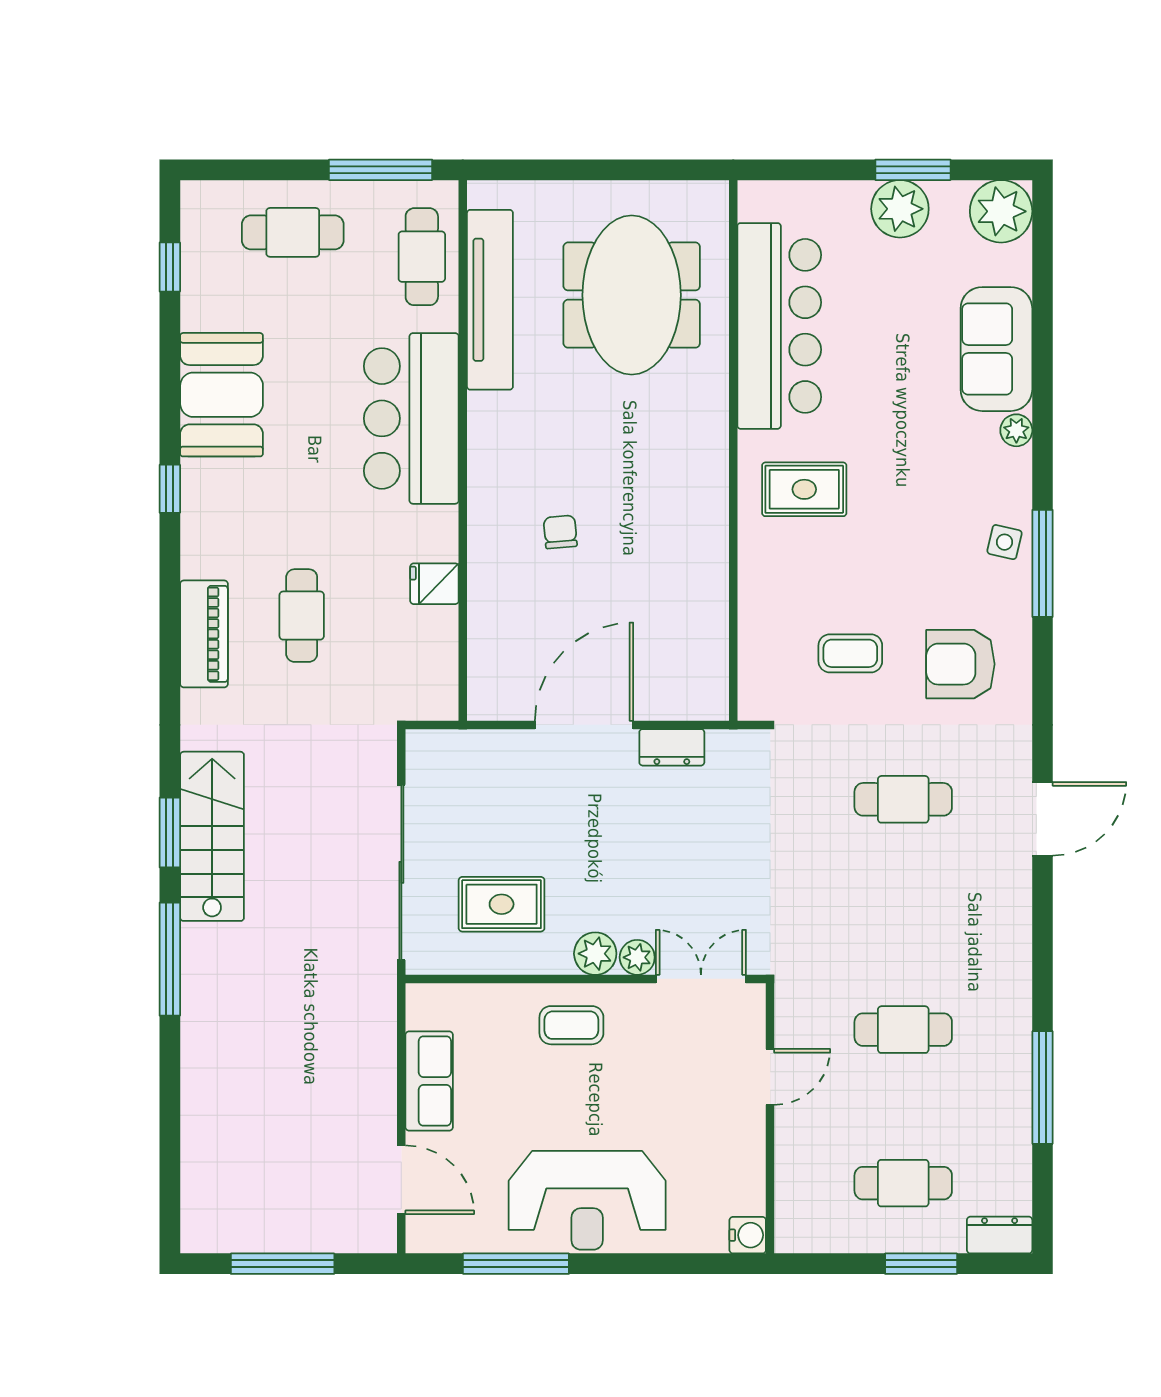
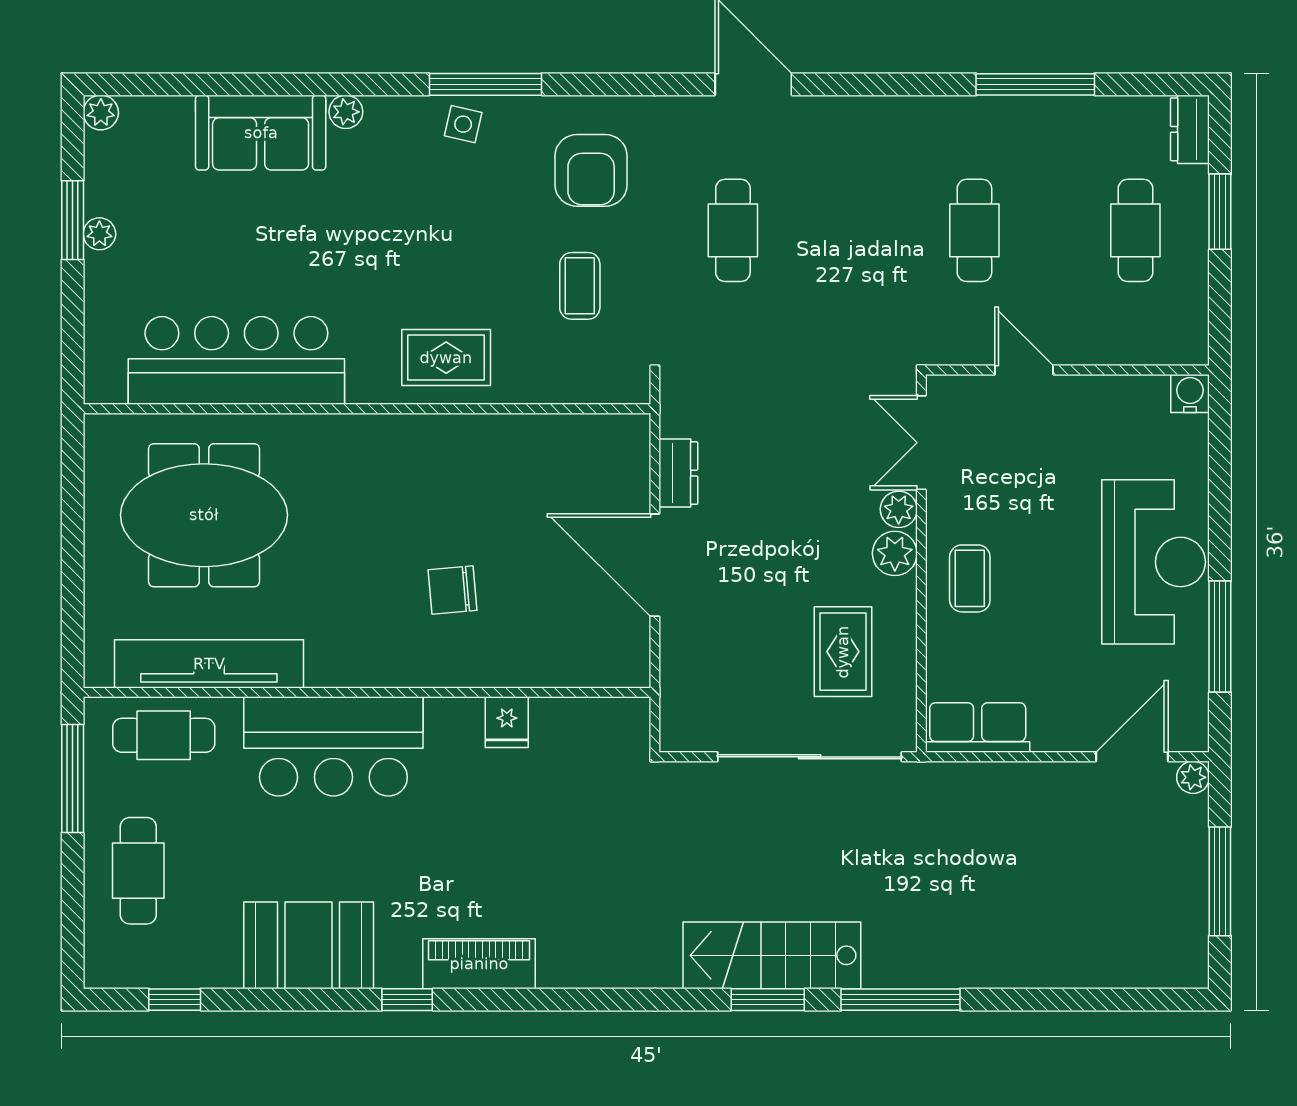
plant: (900, 209) -> (99, 234), width x0.53, depth x0.53
plant: (1001, 211) -> (101, 112), width x0.53, depth x0.53
rug: (804, 489) -> (446, 358), moved, turned 90
chair: (560, 532) -> (452, 590), width x1.37, depth x1.37
cafe table: (302, 616) -> (540, 861), removed
piano: (204, 634) -> (479, 964), moved
row of seats: (429, 1081) -> (978, 728), moved
plant: (382, 1238) -> (1193, 777), added

